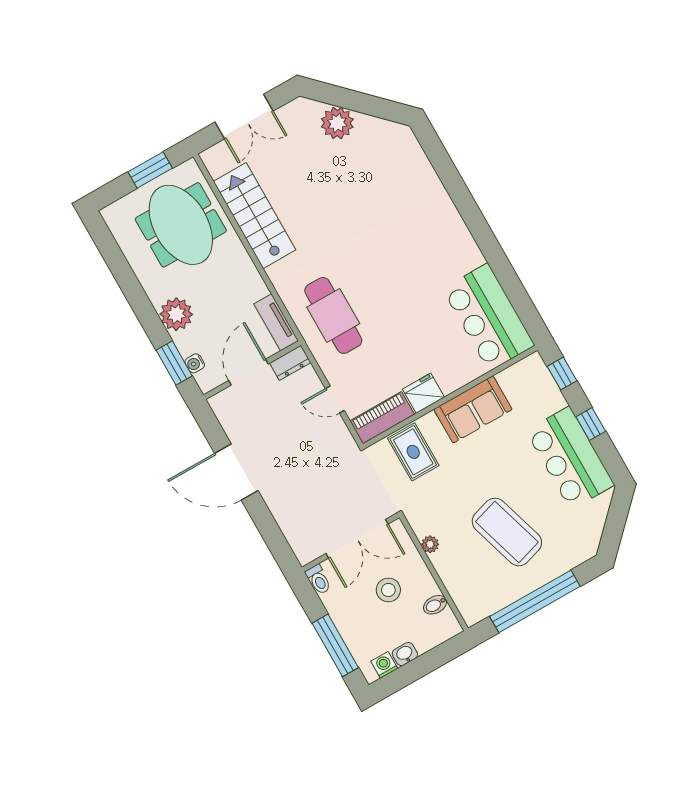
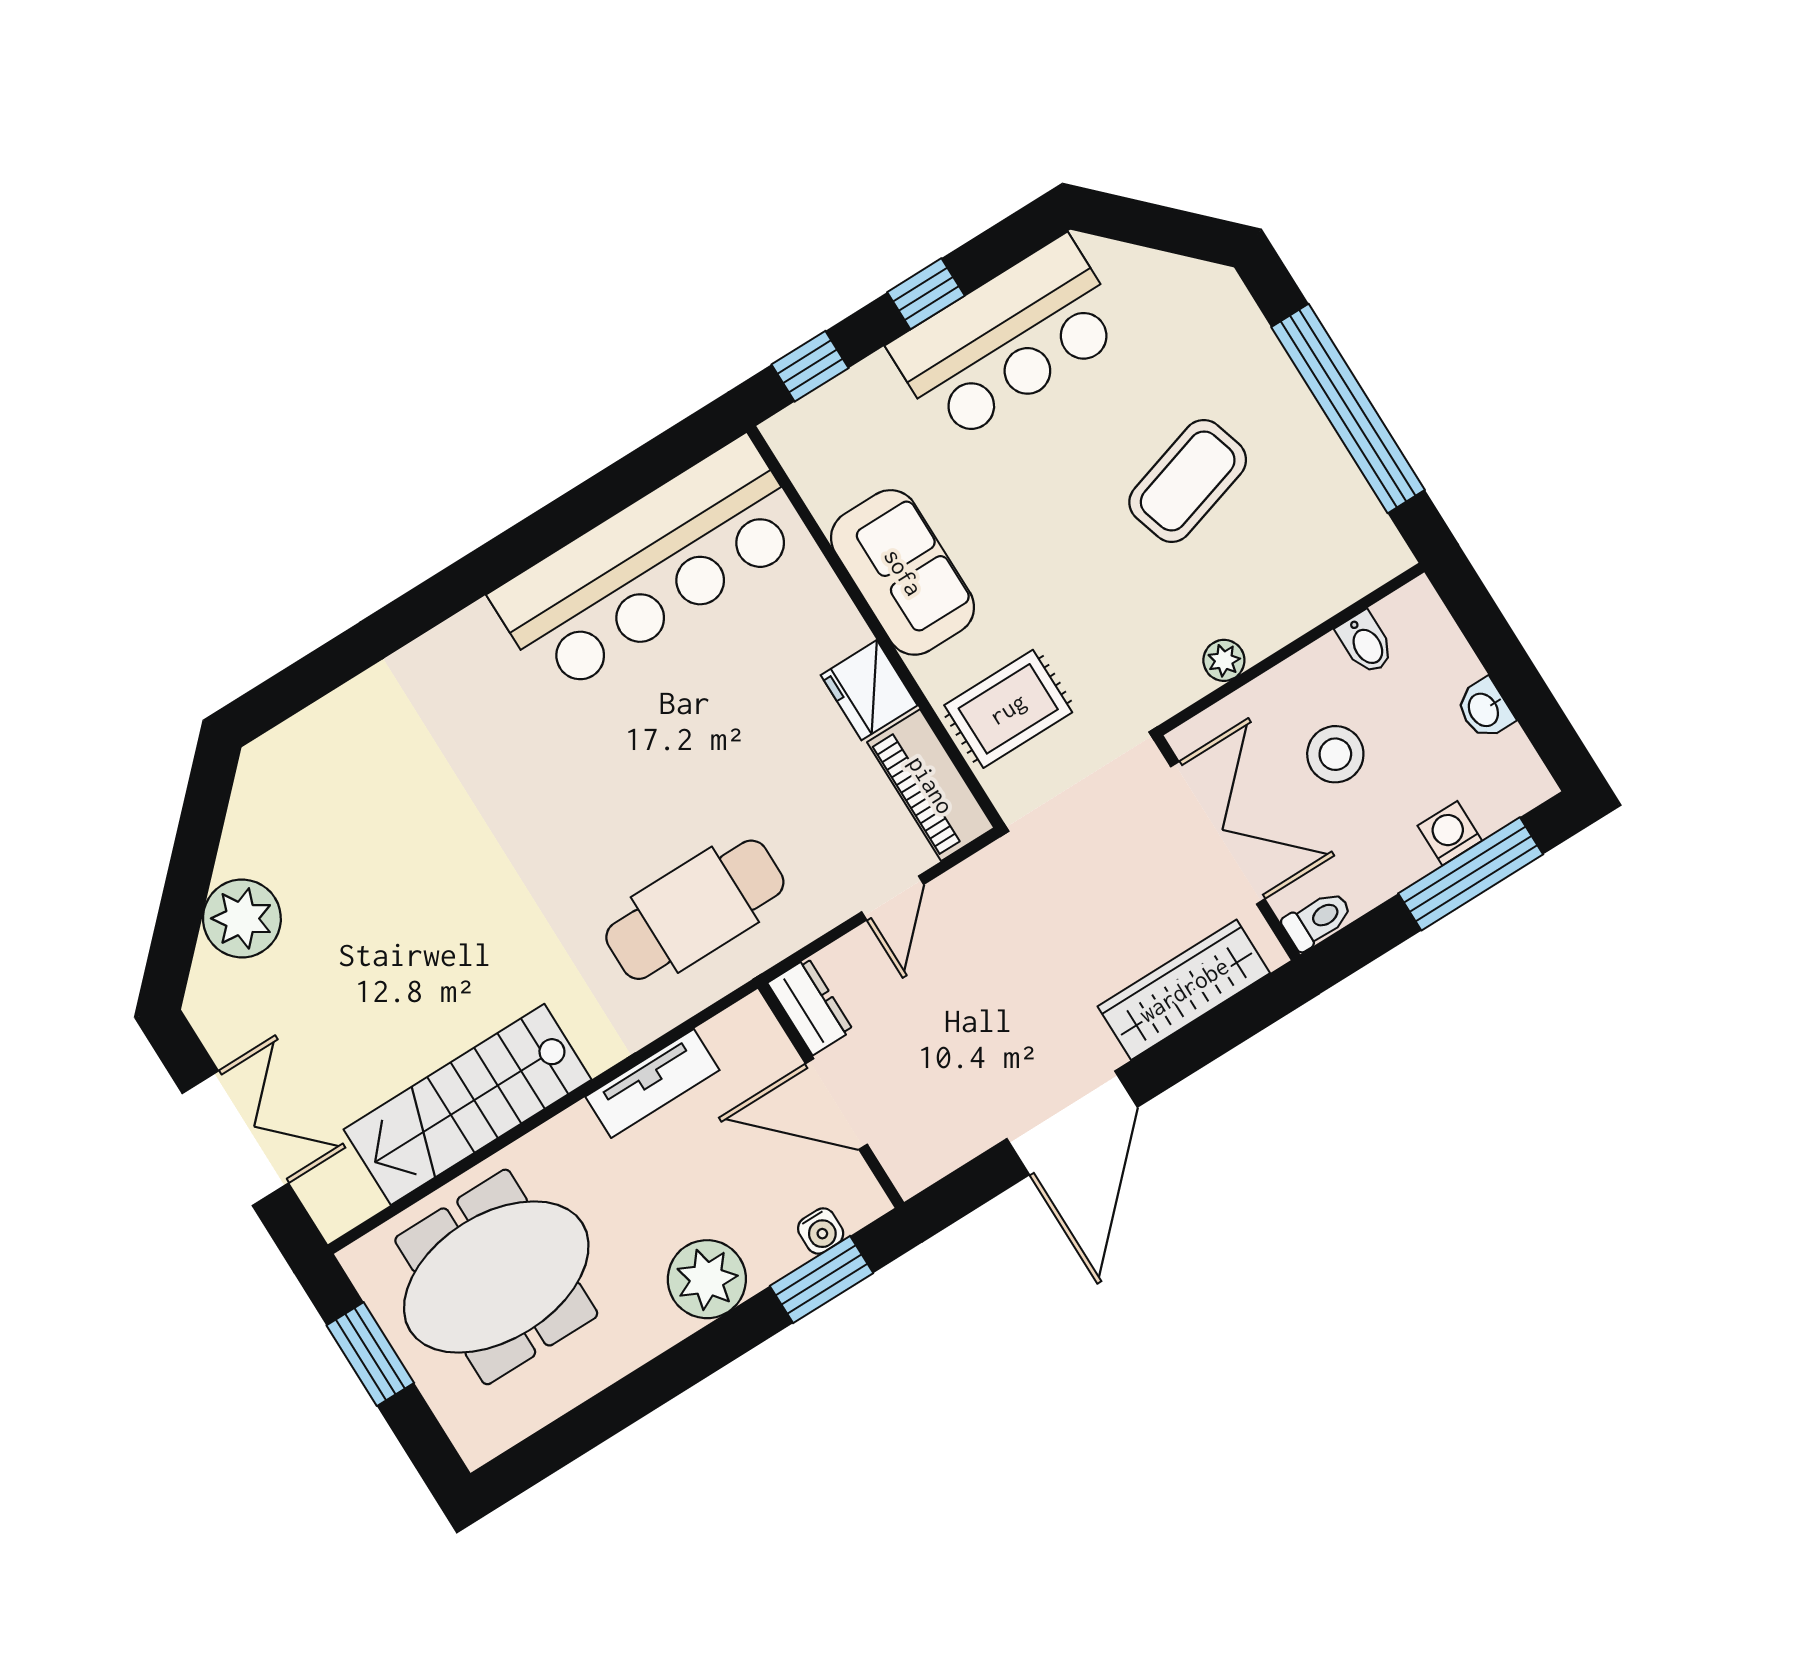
bar counter: (488, 317) -> (650, 566), width x1.36
tv unit: (276, 322) -> (652, 1083), moved
wardrobe: (291, 522) -> (1184, 990), added
coffee table: (507, 532) -> (1188, 481), width x0.73, depth x0.76
washing machine: (384, 665) -> (1450, 833), moved, turned 90

